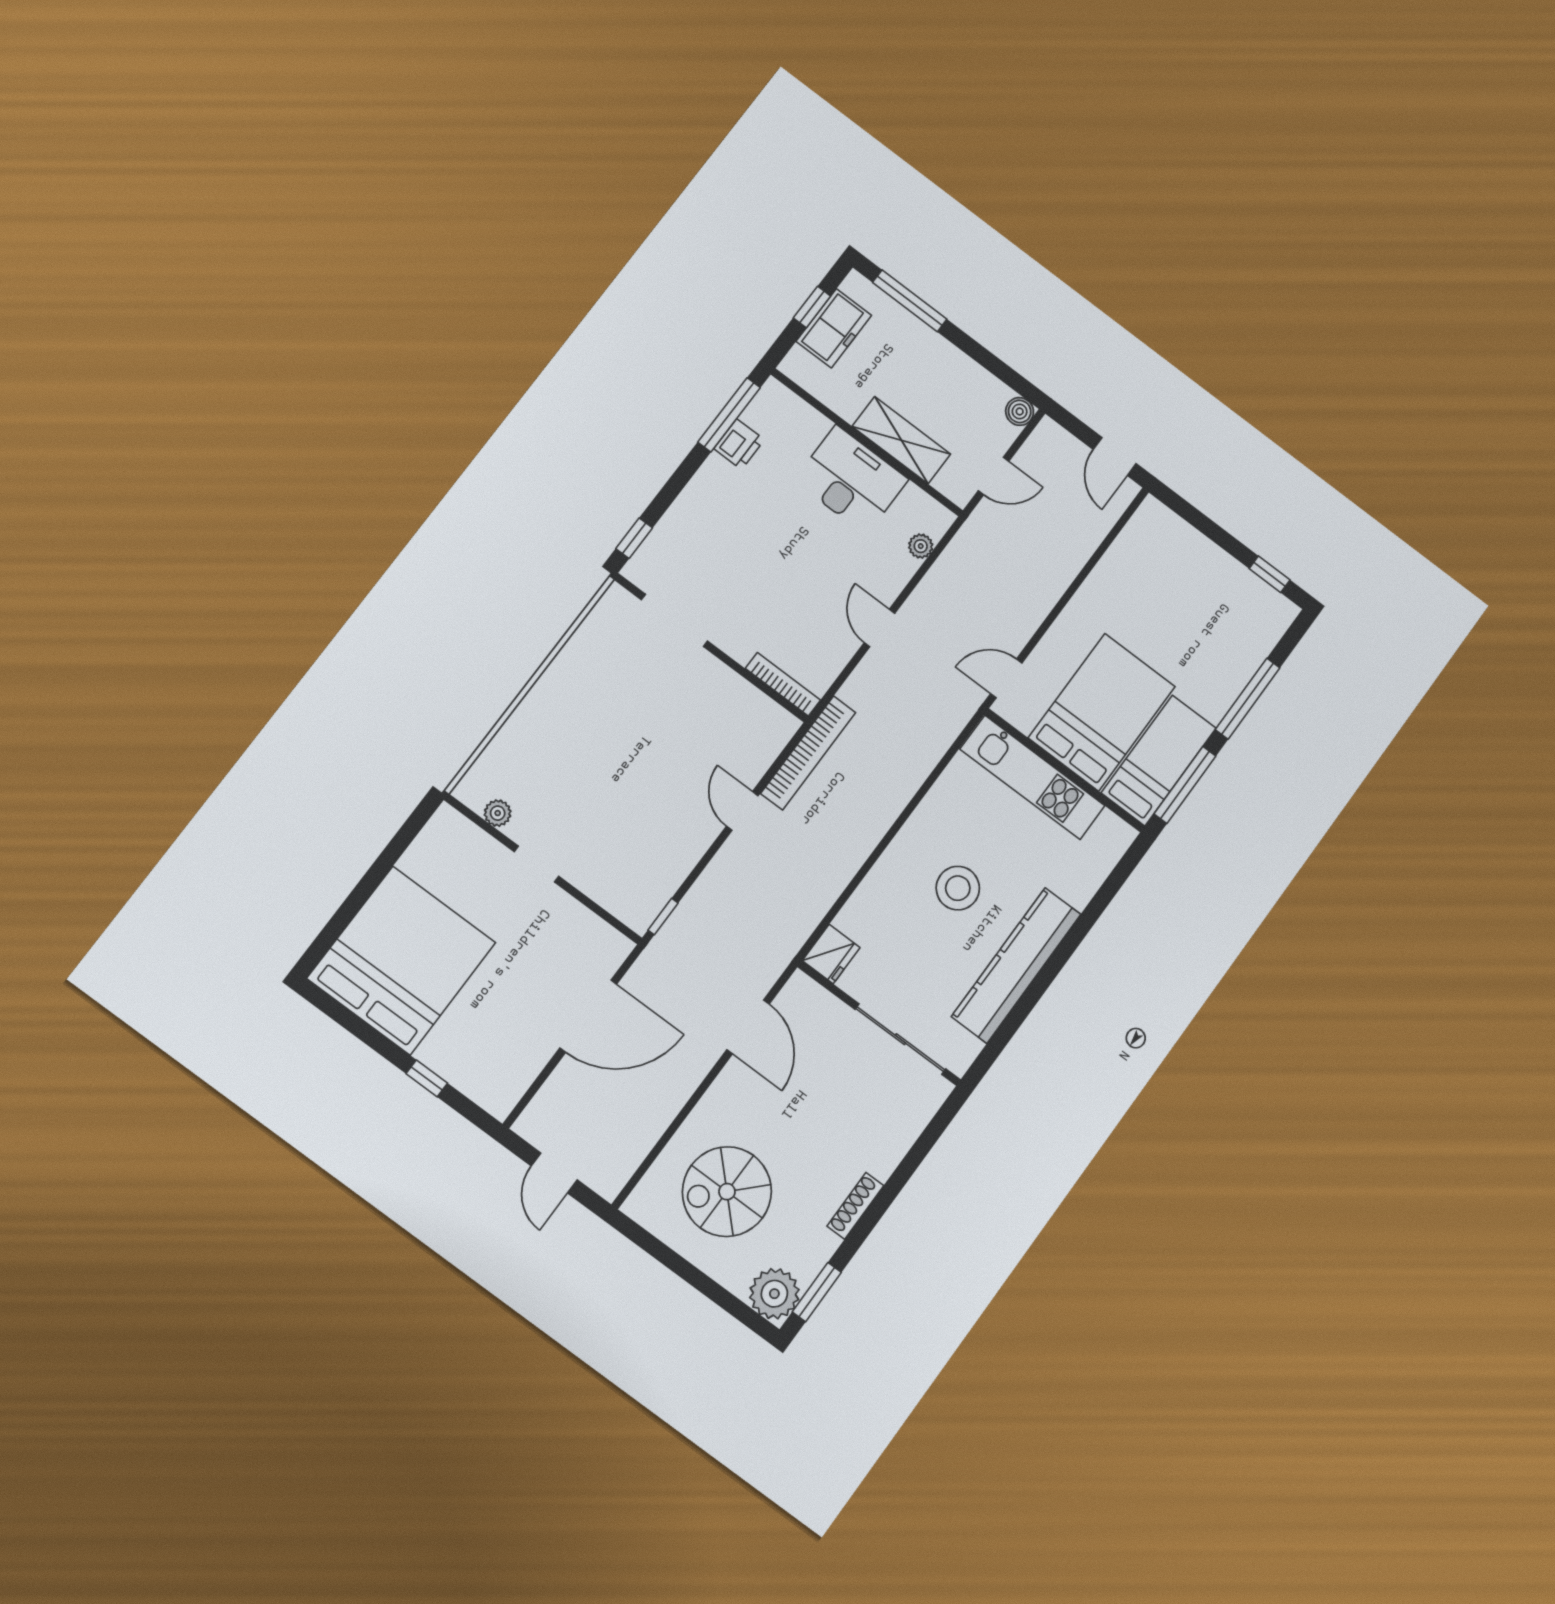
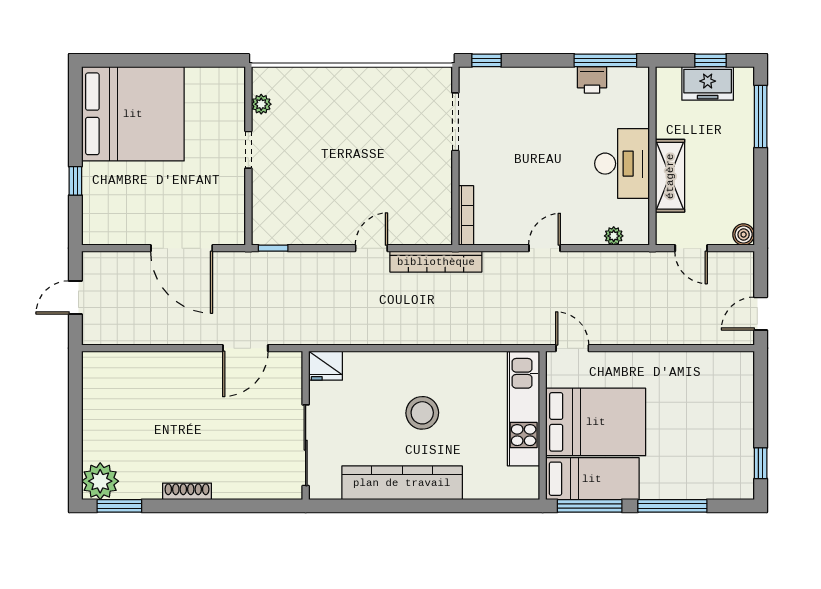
spiral stairs: (727, 1192) -> (139, 408), removed

